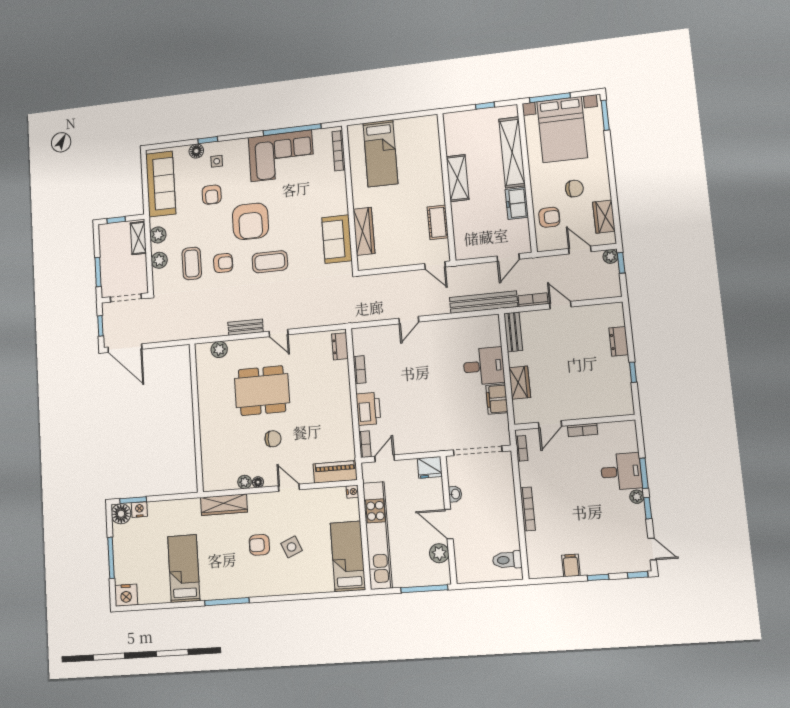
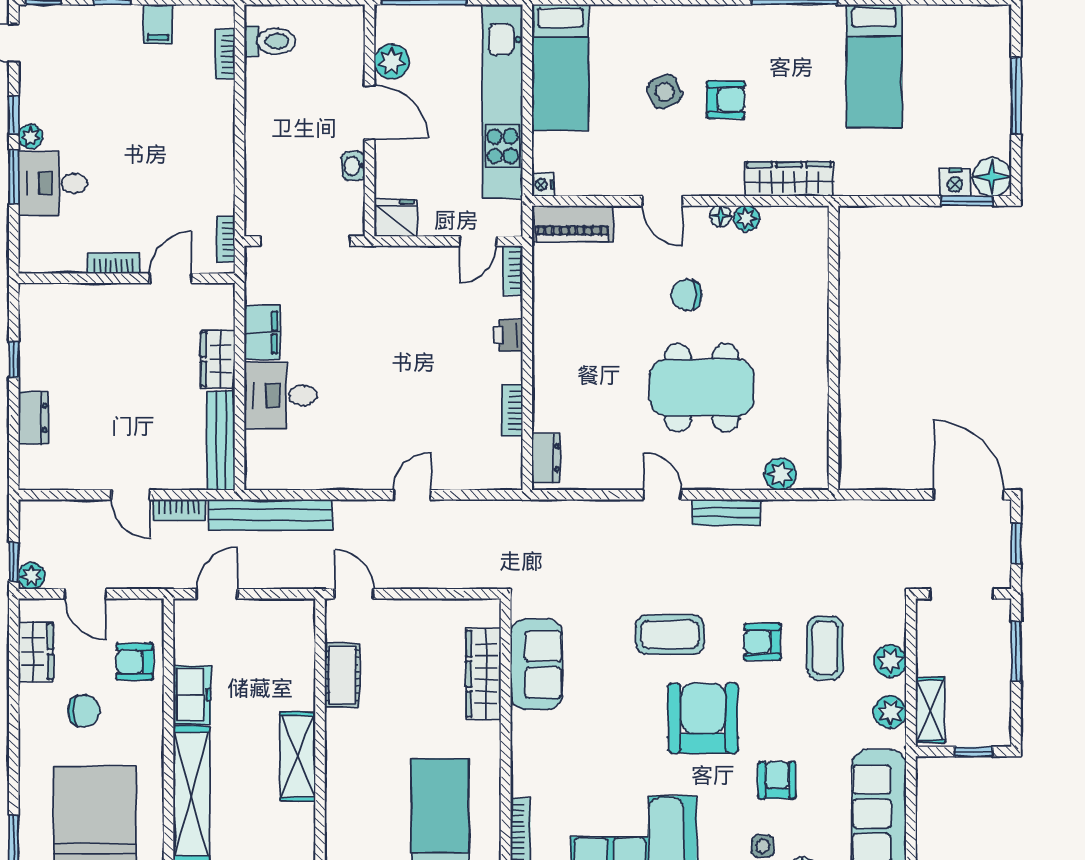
chair: (574, 189) -> (84, 711), turned 180
bench: (513, 332) -> (221, 441), width x1.36
printer: (368, 409) -> (508, 335), width x0.53, depth x0.68
bookcase: (528, 509) -> (225, 54), moved, width x0.64
nightstand: (126, 595) -> (990, 24), removed

